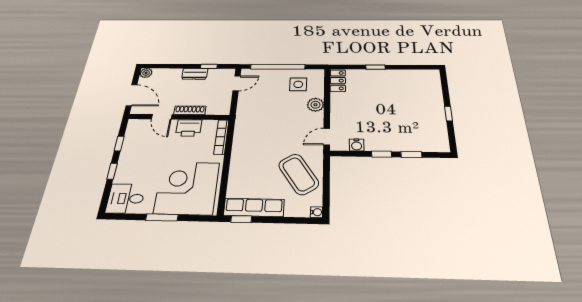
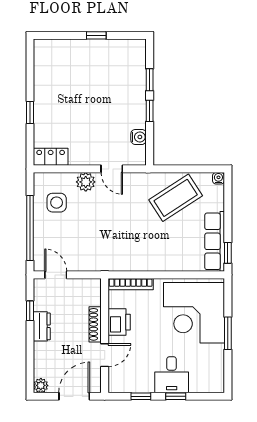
door: (327, 137) -> (112, 169), moved
desk: (126, 199) -> (172, 375), moved

